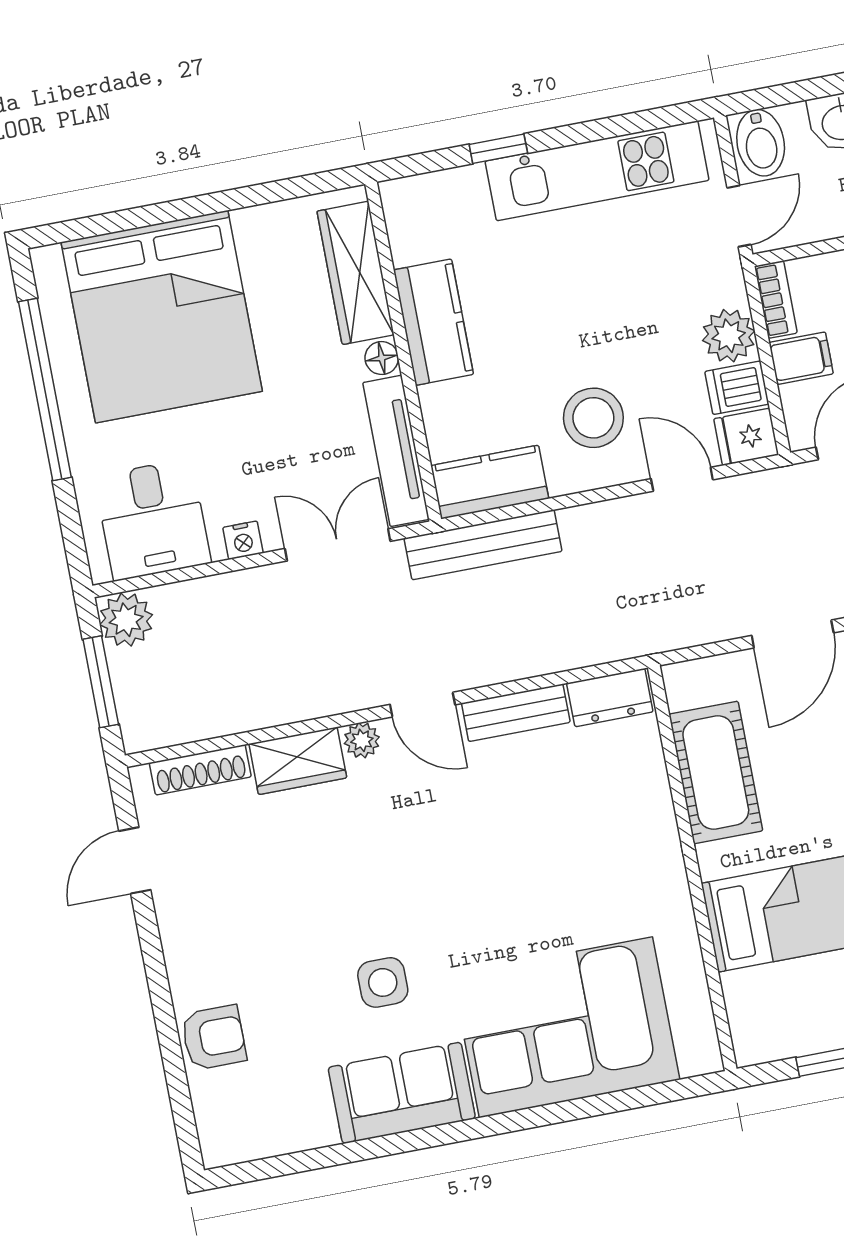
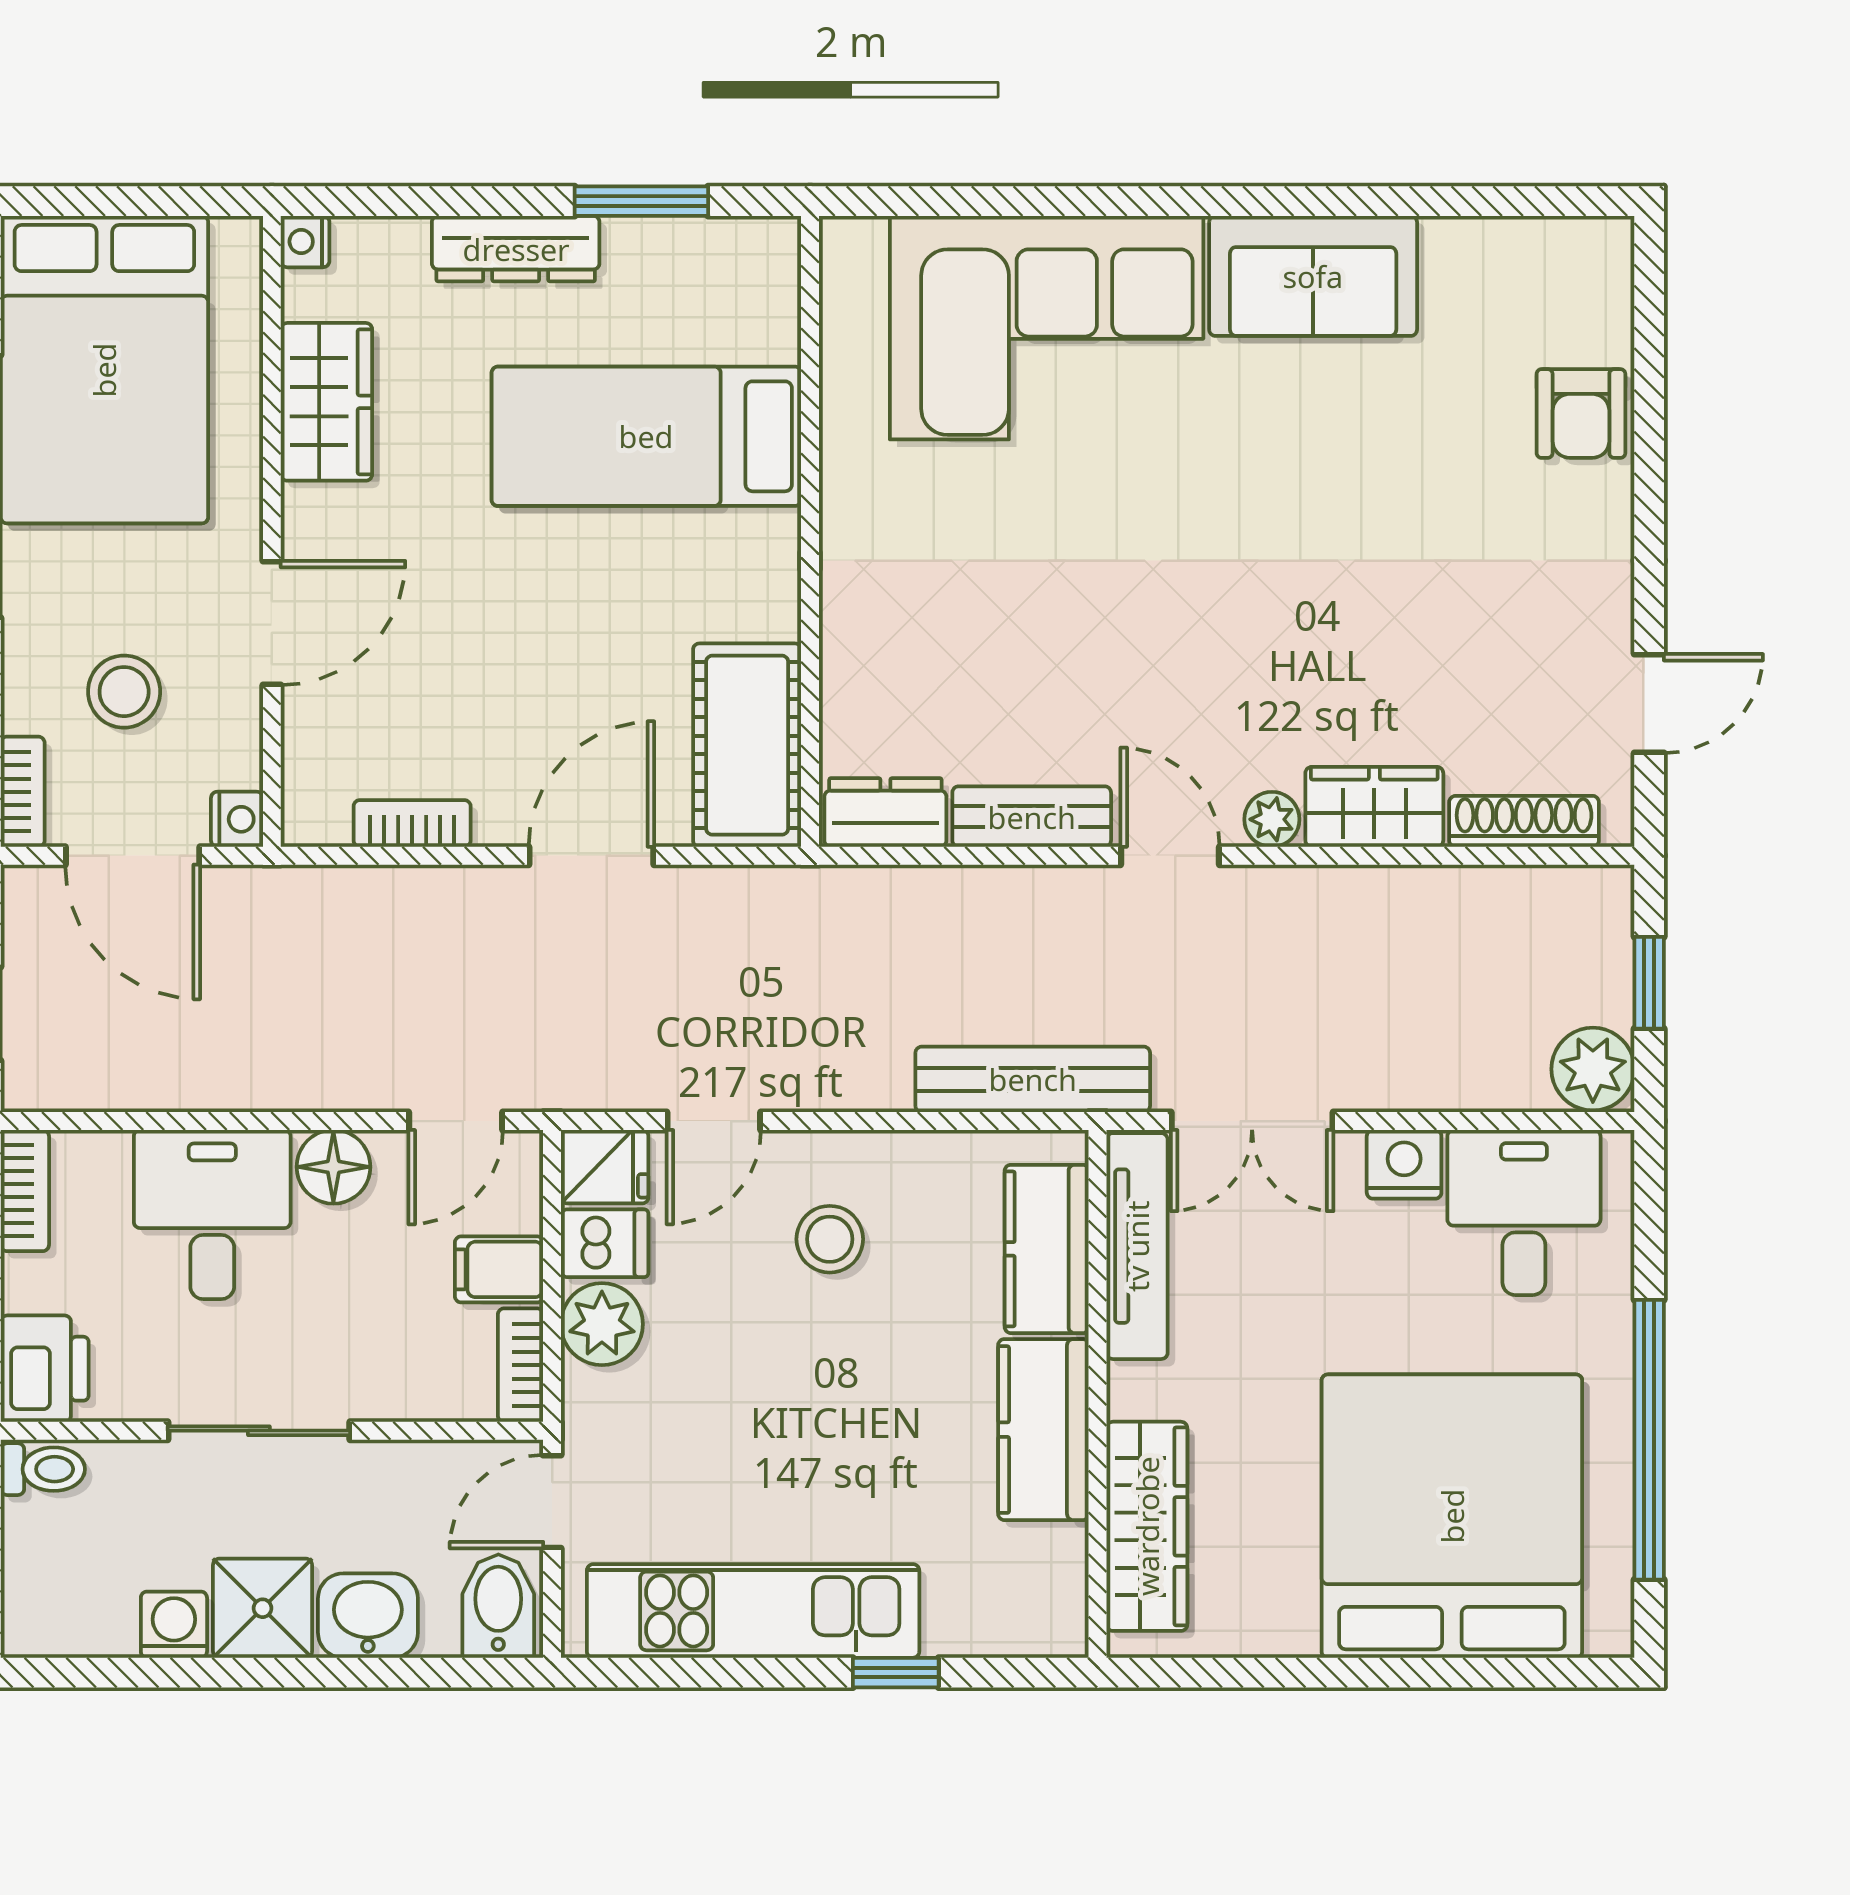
floor lamp: (382, 358) -> (1132, 1390), removed
stool: (593, 418) -> (830, 1239), width x0.73, depth x0.73
door: (682, 479) -> (714, 1121), hinge flipped
kitchen counter: (490, 482) -> (1047, 1249), moved, turned 90
nightstand: (243, 540) -> (1404, 1164), width x1.39, depth x1.35
window: (101, 682) -> (1649, 983), width x0.67
cot: (716, 772) -> (747, 745), moved
side table: (383, 982) -> (1310, 448), removed
armchair: (214, 1038) -> (1581, 413), turned -90

